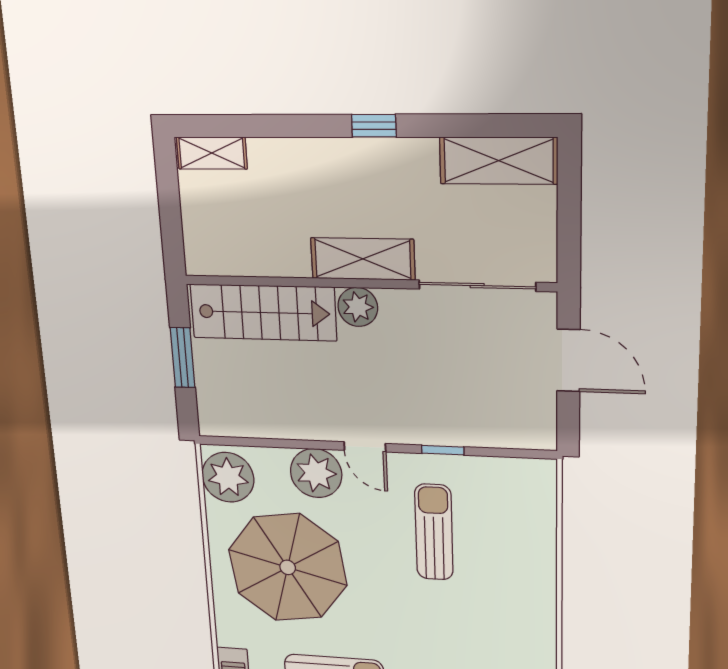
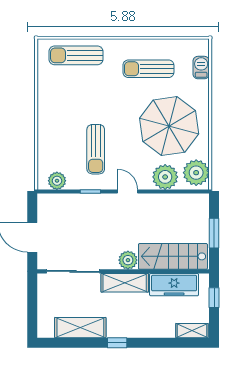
shelving: (498, 161) -> (80, 328), moved
window: (171, 224) -> (214, 298), added
freezer: (257, 253) -> (174, 285), added
plant: (316, 473) -> (165, 177), moved
plant: (514, 475) -> (57, 181), added

